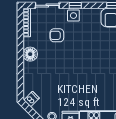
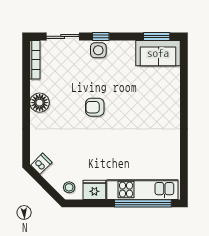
armchair: (57, 35) -> (95, 107), moved

